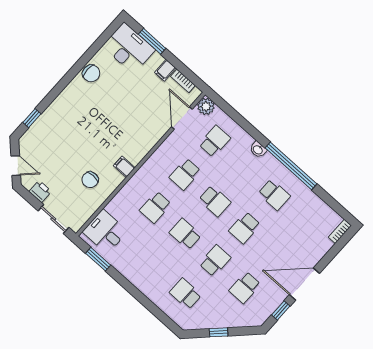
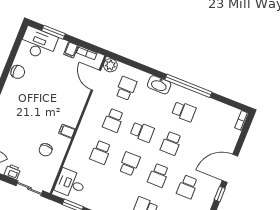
washbasin: (258, 150) -> (159, 85), width x1.91, depth x1.45
school desk: (185, 234) -> (129, 164), turned 90
school desk: (215, 261) -> (158, 175), turned 180

